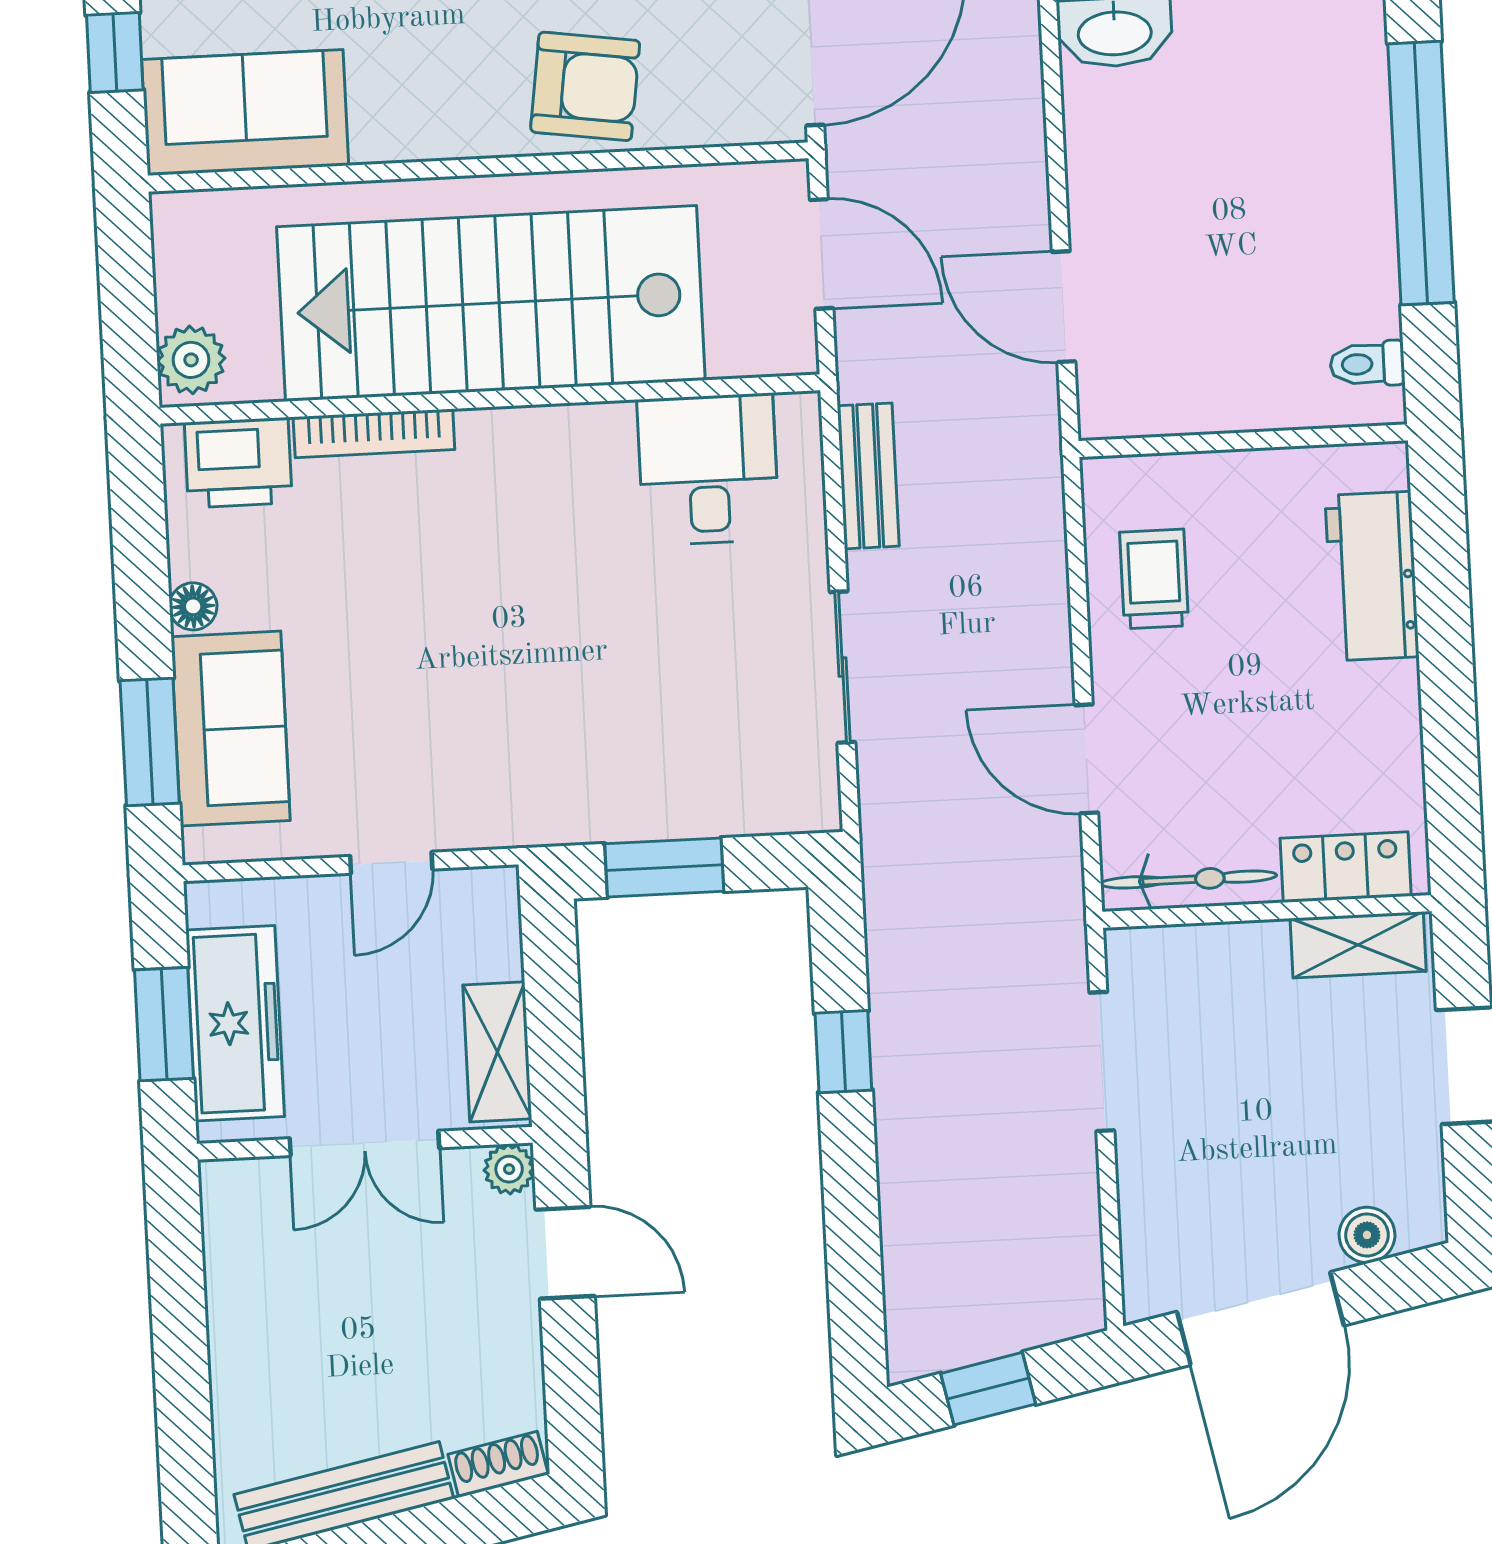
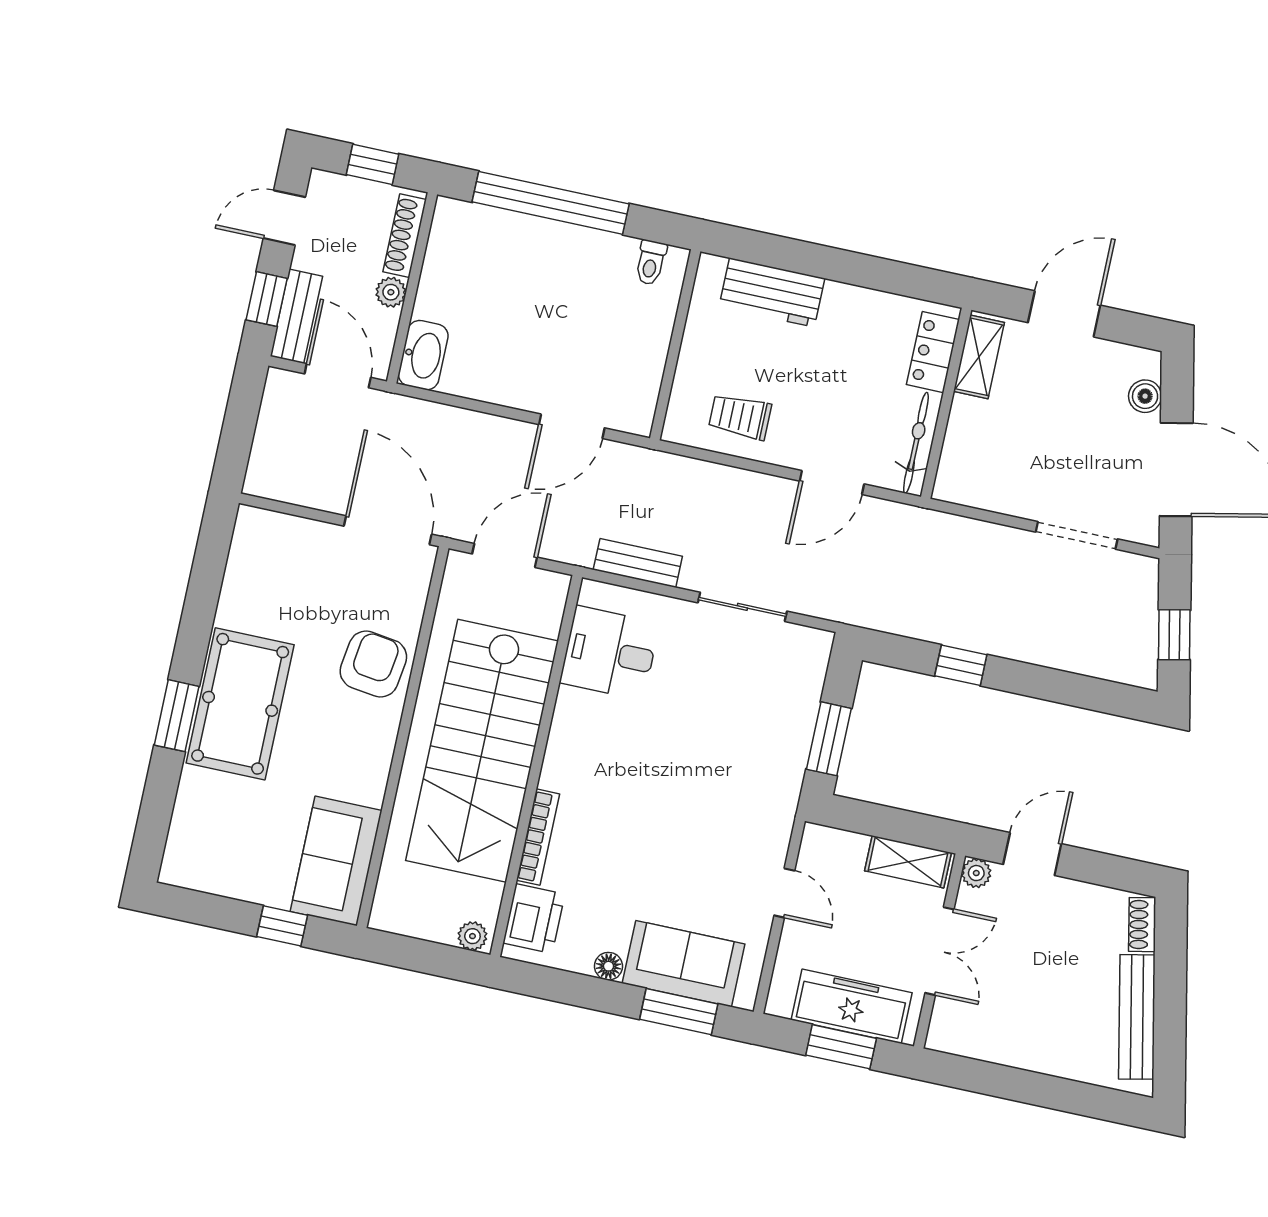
plant: (191, 360) -> (472, 936), width x0.73, depth x0.73
doorway: (1102, 1062) -> (1077, 535), moved

